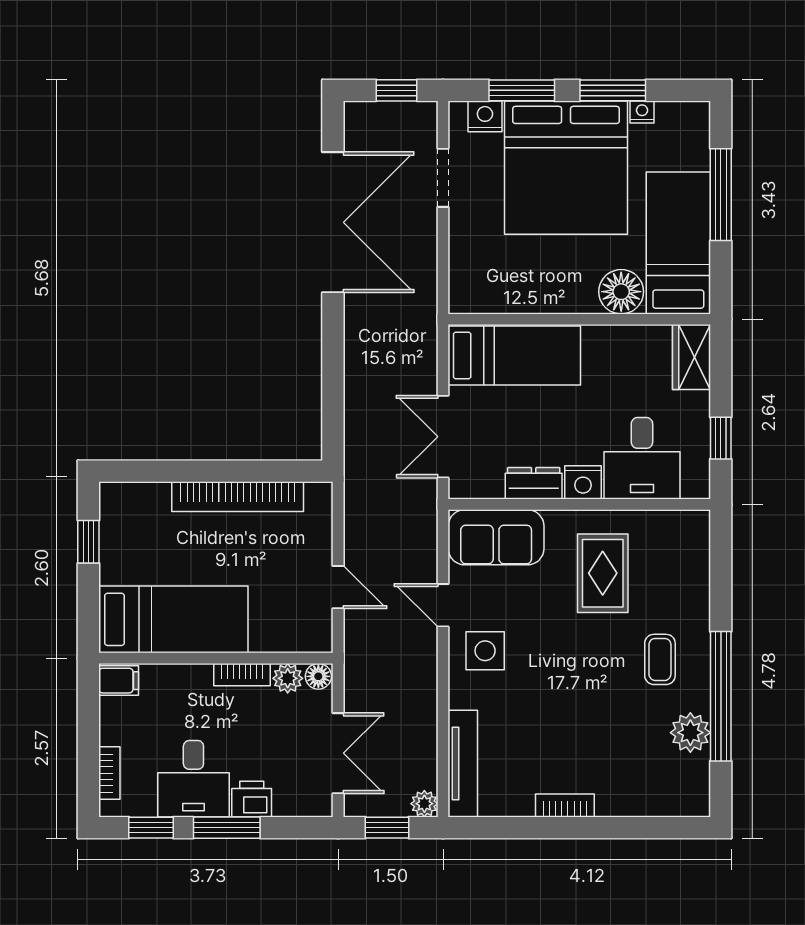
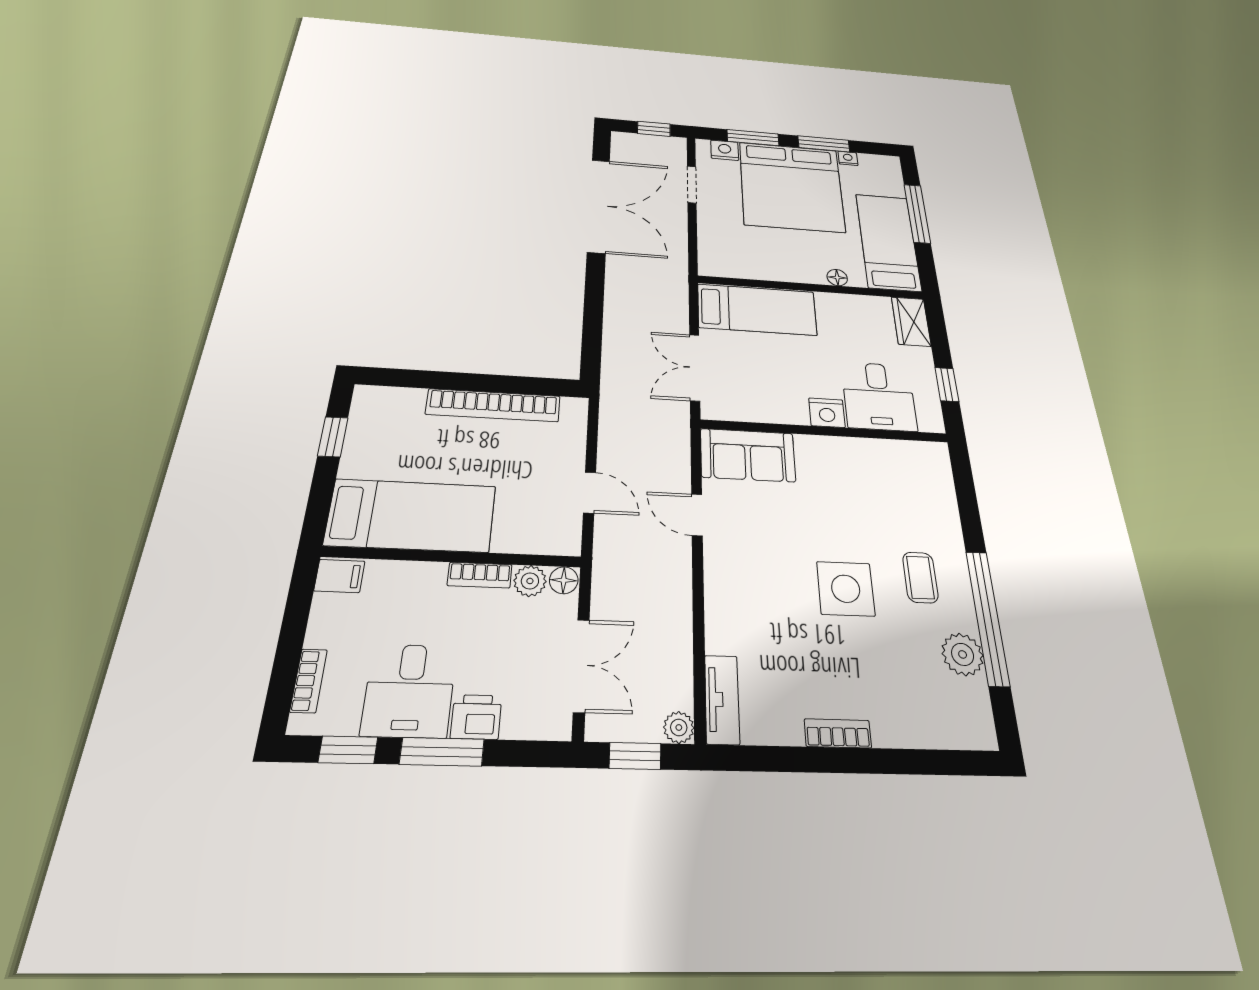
floor lamp: (621, 292) -> (837, 278), width x0.53, depth x0.53
dresser: (534, 483) -> (781, 411), removed
rug: (603, 573) -> (854, 493), removed
side table: (485, 651) -> (846, 589), moved, width x1.37, depth x1.37
tv unit: (463, 764) -> (722, 699), width x0.71

